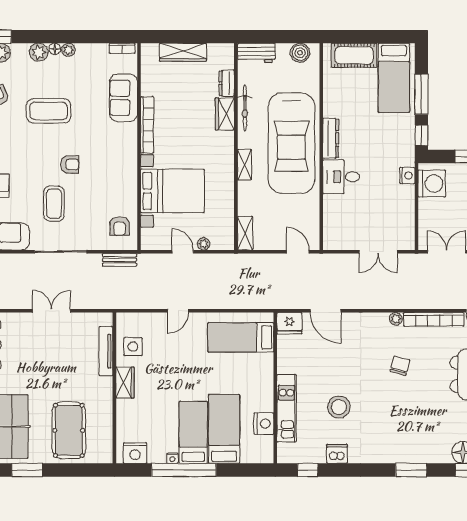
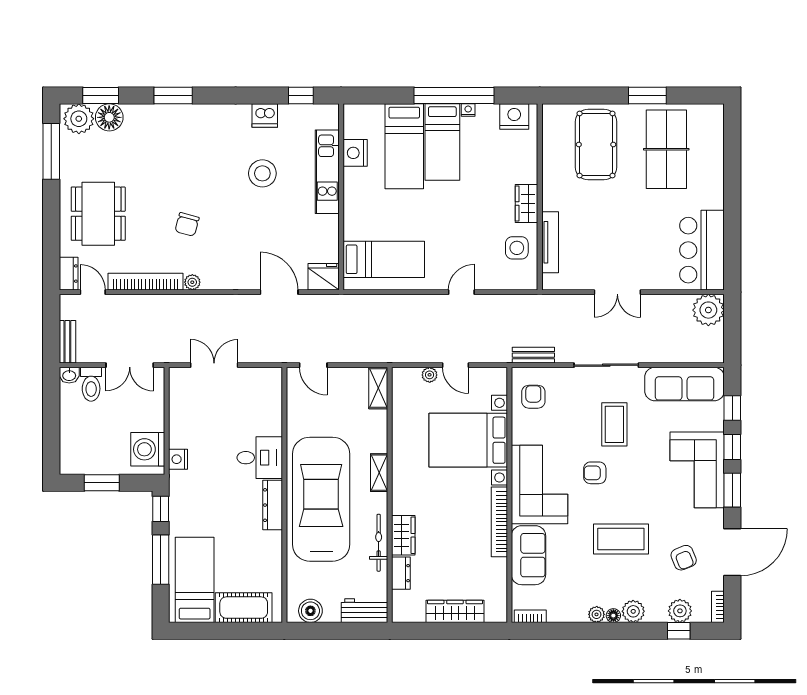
corner sofa: (115, 155) -> (539, 485), added

